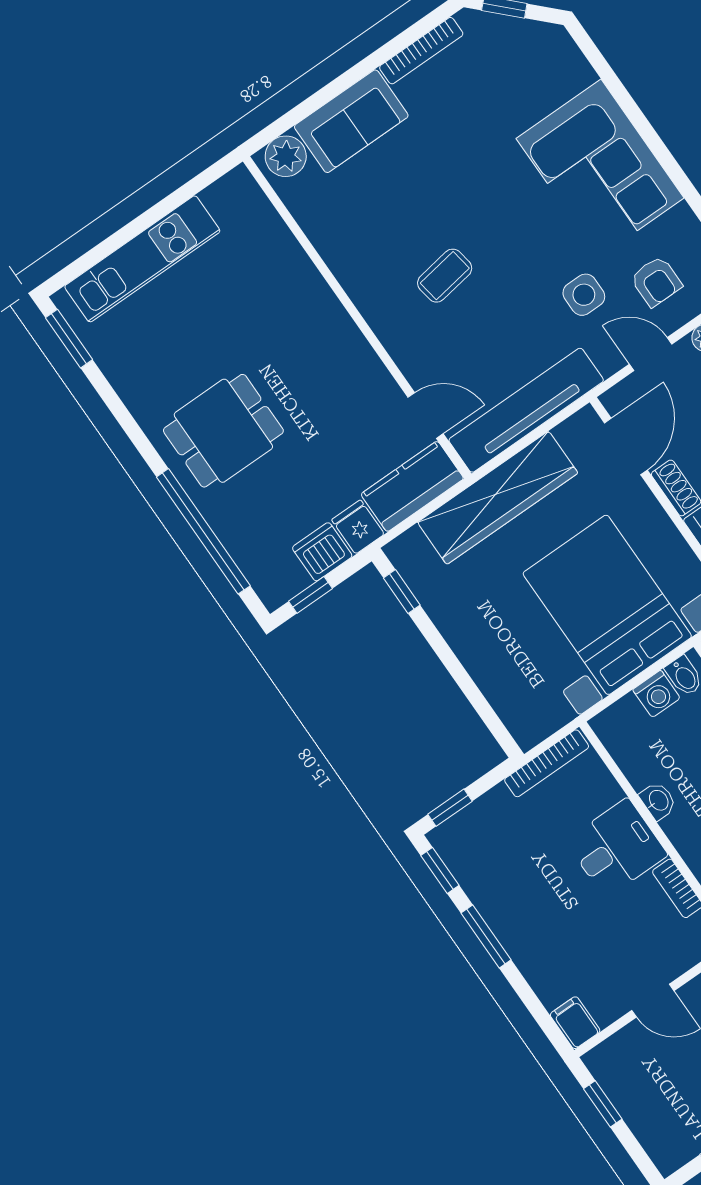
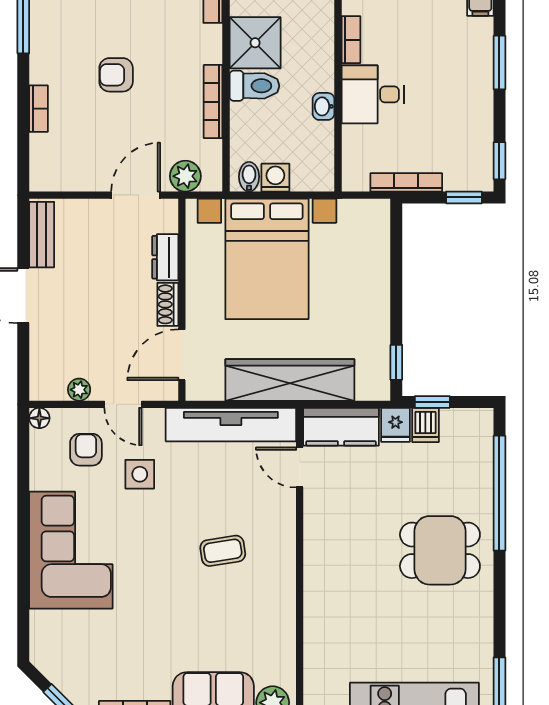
dishwasher: (322, 552) -> (425, 425), width x0.73
window: (310, 595) -> (432, 402), moved
bookcase: (547, 763) -> (406, 182), moved
window: (486, 936) -> (499, 63), moved

